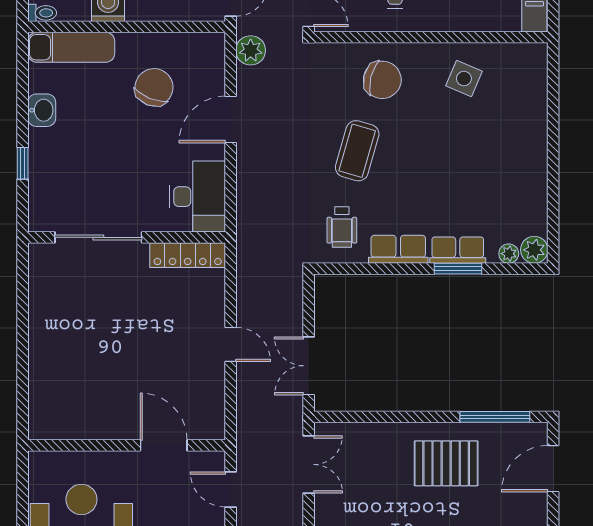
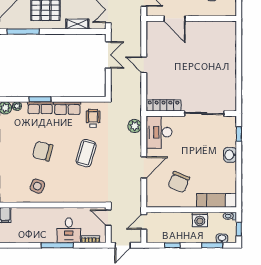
plant: (251, 50) -> (135, 126), moved
chair: (382, 80) -> (43, 151), moved
washbasin: (42, 110) -> (230, 155), moved
window: (23, 163) -> (239, 134), moved
shelving: (376, 433) -> (77, 24), added

